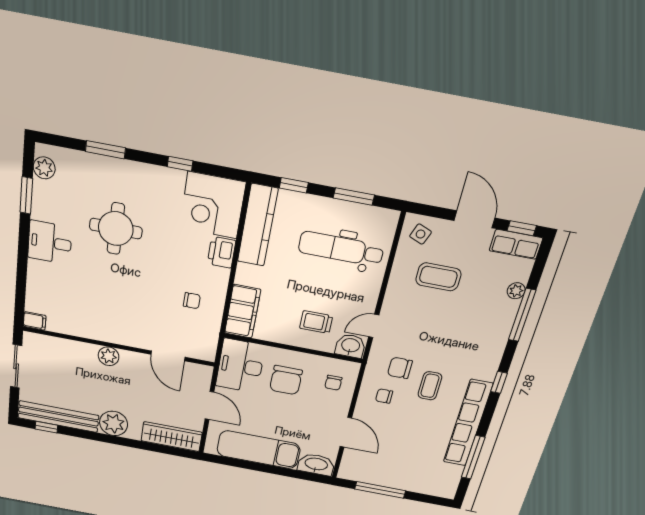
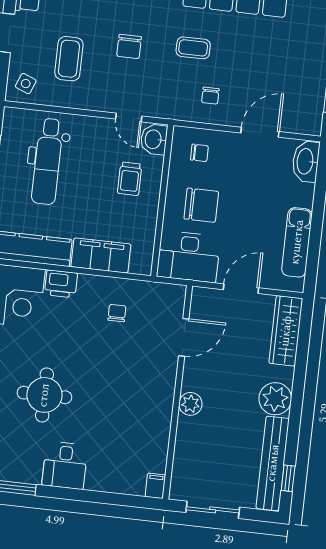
filing cabinet: (243, 311) -> (101, 255), moved
chair: (400, 368) -> (129, 46), moved
exam couch: (258, 450) -> (297, 242), width x0.73, depth x0.69

